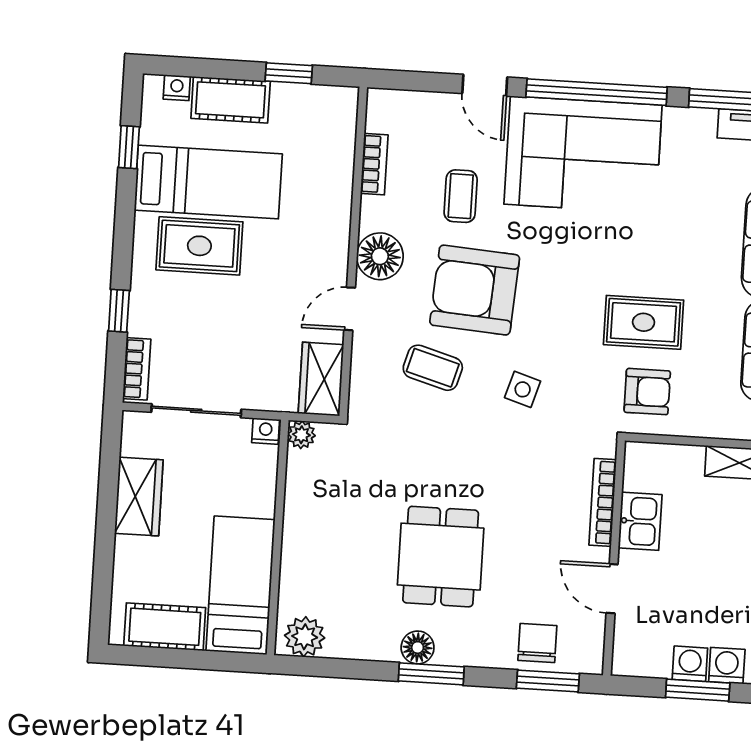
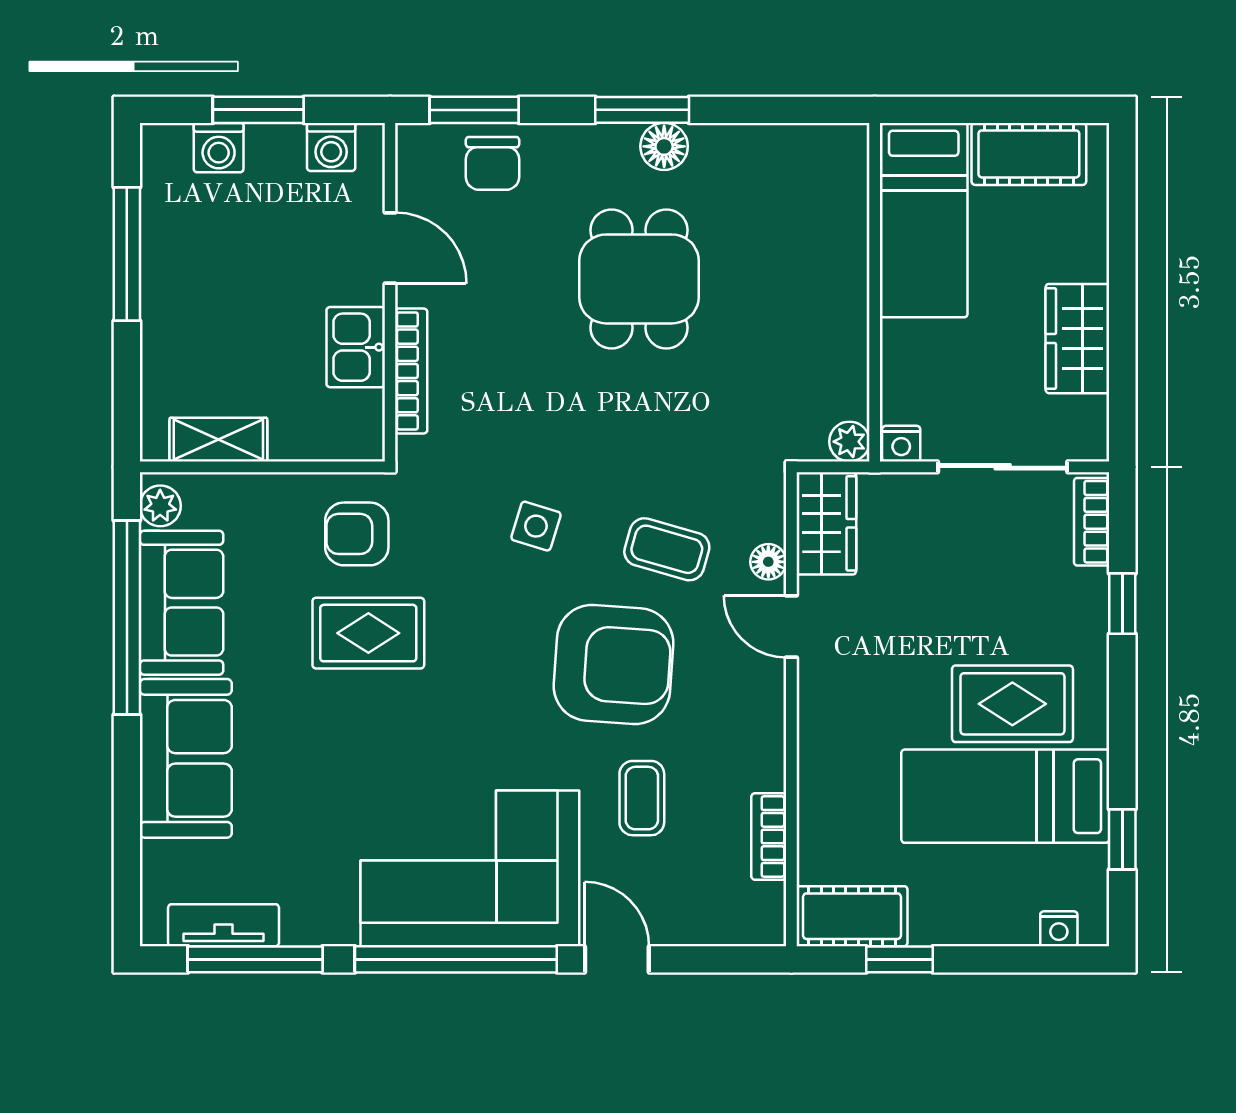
cot: (231, 100) -> (852, 916), moved
floor lamp: (380, 256) -> (768, 562), moved, width x0.53, depth x0.53
door: (350, 309) -> (791, 627), swing flipped
plant: (305, 637) -> (827, 152), removed
washing machine: (690, 664) -> (331, 147), moved

